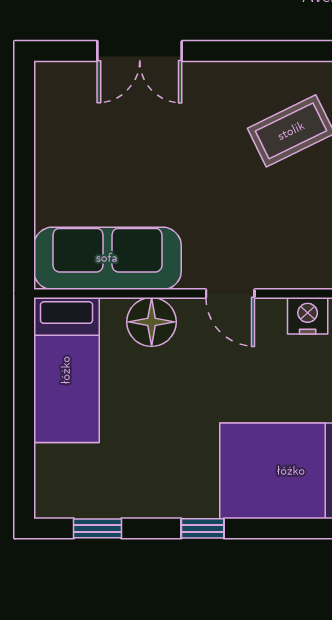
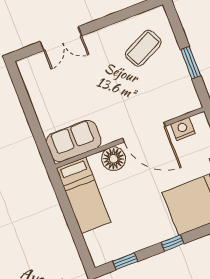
sofa: (107, 258) -> (74, 141), width x0.73
door: (230, 293) -> (144, 132), width x1.88

